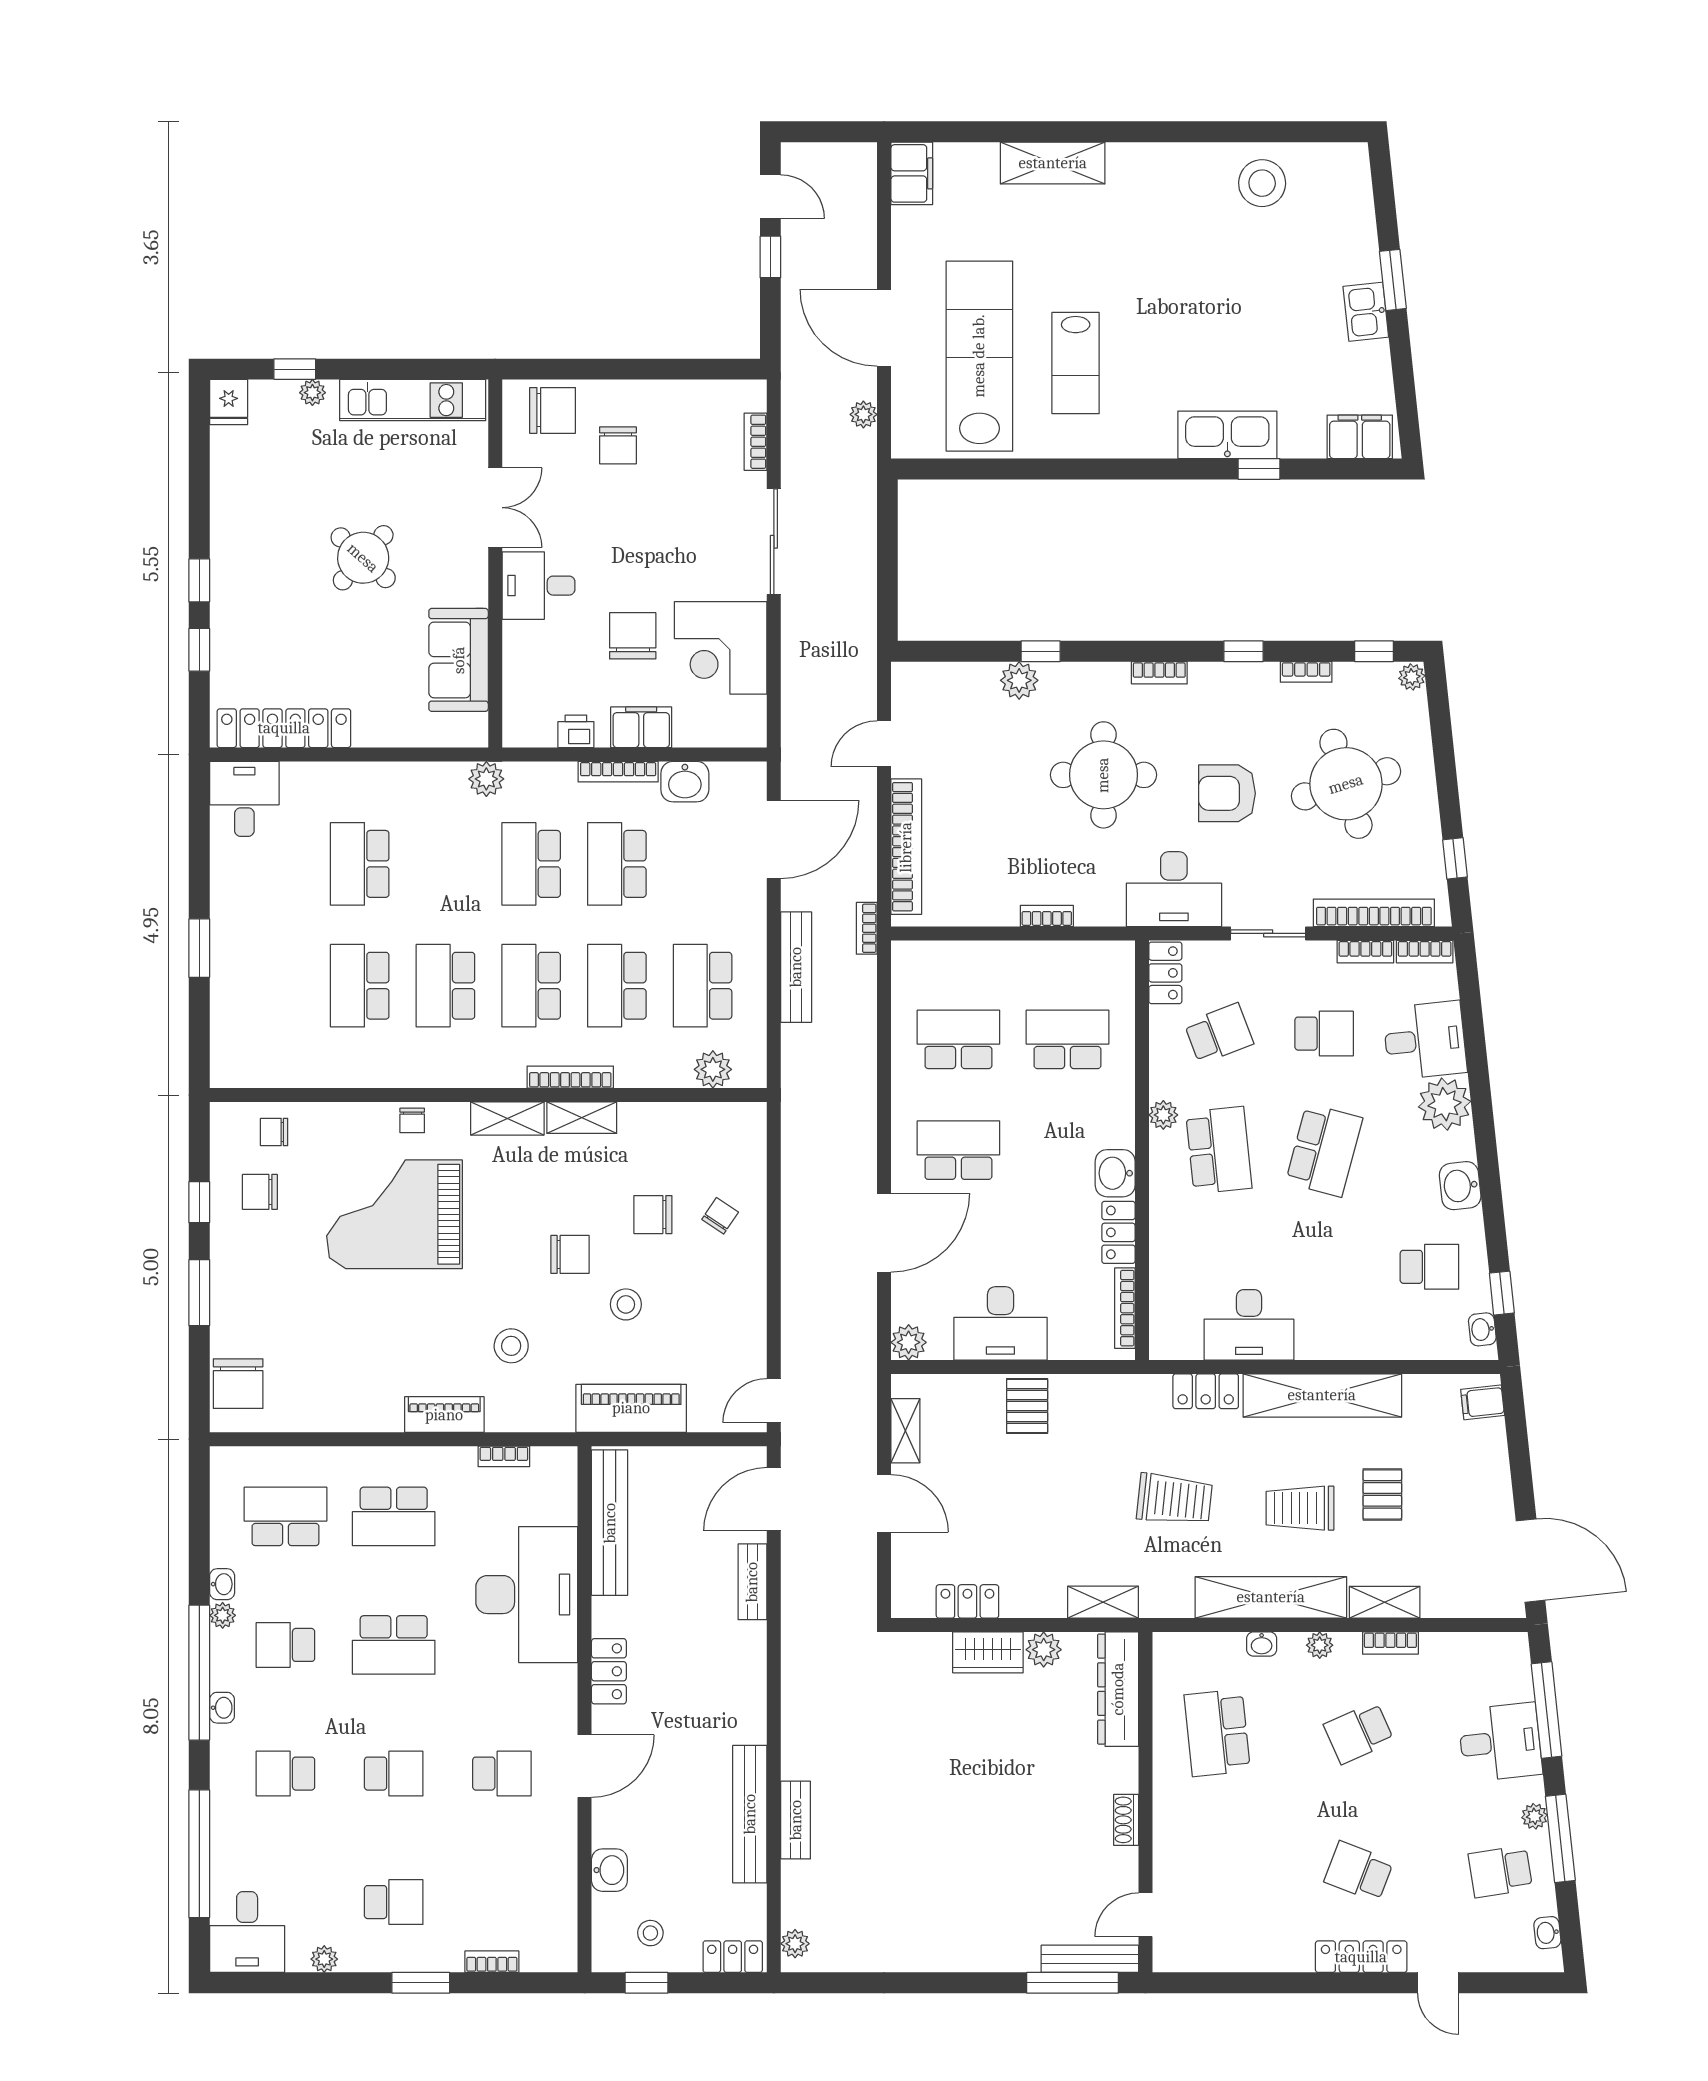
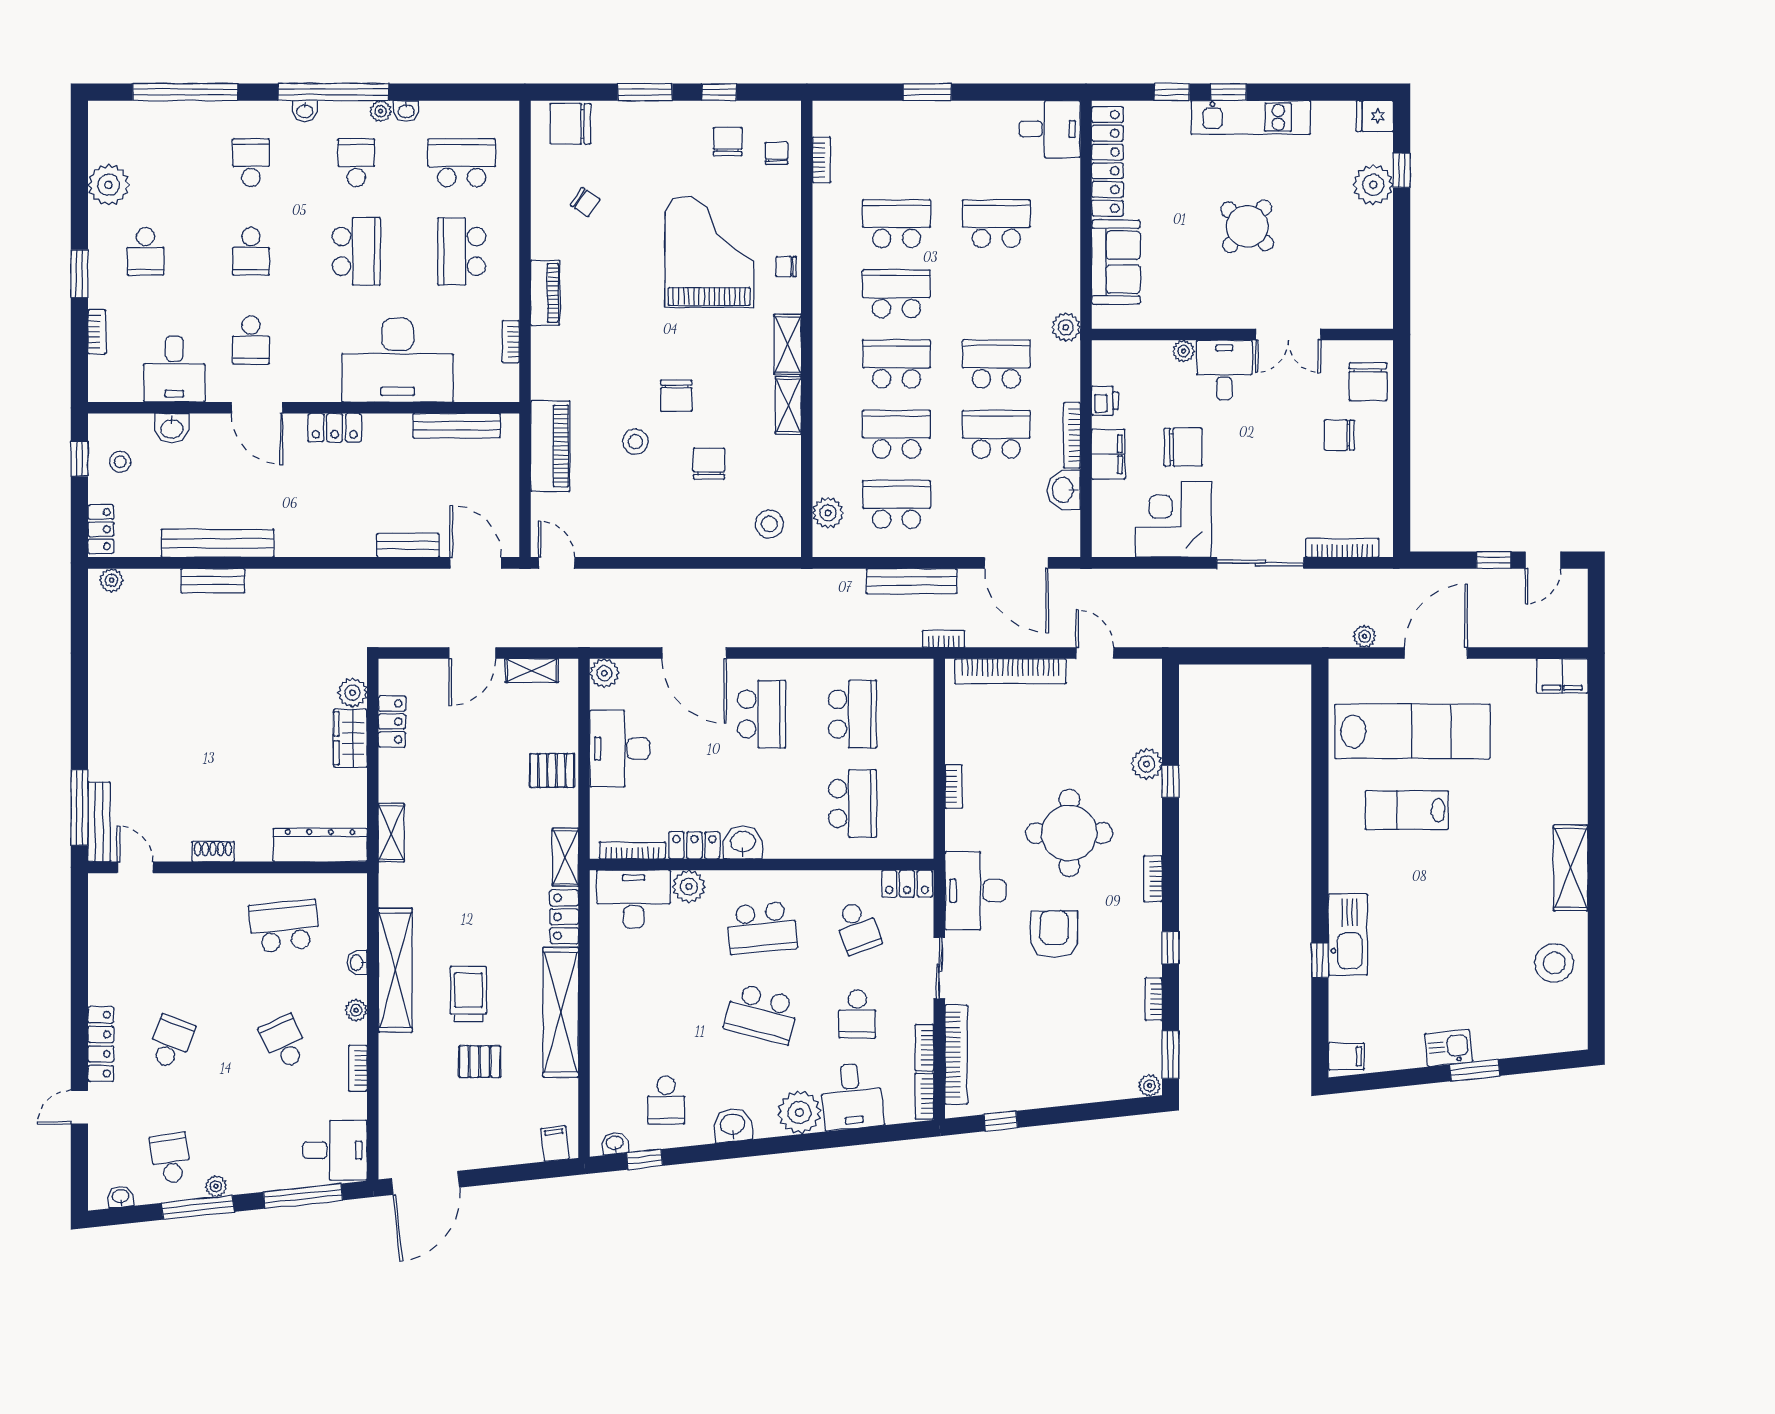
shelving: (1053, 163) -> (1571, 868), moved
plant: (312, 393) -> (1373, 185), width x1.87, depth x1.87
kitchen unit: (413, 400) -> (1251, 117), moved, turned -90
filing cabinet: (1360, 437) -> (1346, 1056), width x0.50
bookcase: (756, 442) -> (1342, 548), width x1.56
plant: (515, 635) -> (1183, 351), added
window: (1374, 651) -> (1171, 1055), width x1.50
sofa: (459, 660) -> (1116, 262), moved, turned 90
round table: (1346, 784) -> (1062, 1032), removed
bookcase: (570, 1077) -> (822, 160), moved, width x0.64
plant: (1163, 1115) -> (689, 887), moved, width x1.38, depth x1.38
chair: (720, 1216) -> (585, 202), moved
desk: (1249, 1325) -> (634, 899), moved, turned 90
stool: (511, 1346) -> (769, 524), moved
trolley: (1174, 1499) -> (476, 891), removed
school desk: (285, 1516) -> (462, 163), turned -90
bench: (610, 1523) -> (457, 426), width x0.73, depth x0.82
shelving: (1385, 1602) -> (565, 857), moved
school desk: (394, 1645) -> (356, 251), turned 180
plant: (1044, 1650) -> (353, 693), moved
desk: (1500, 1742) -> (335, 1150), moved, turned -84
desk: (247, 1932) -> (174, 369), moved, turned -90
plant: (324, 1959) -> (109, 185), width x1.88, depth x1.88

